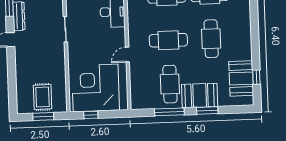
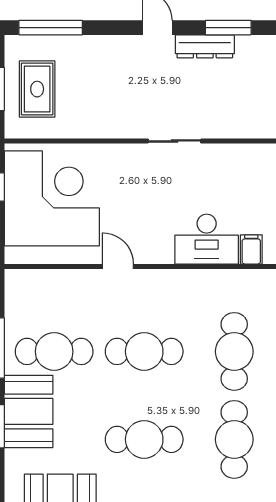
cafe table: (168, 40) -> (144, 351), turned 90
window: (12, 92) -> (51, 28), added
rug: (43, 97) -> (37, 89), turned 90

